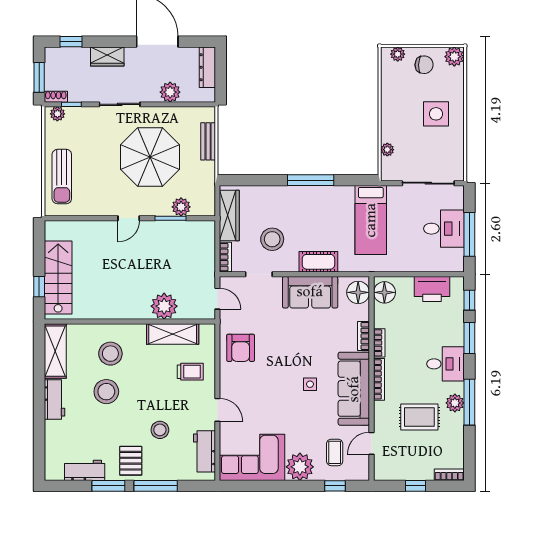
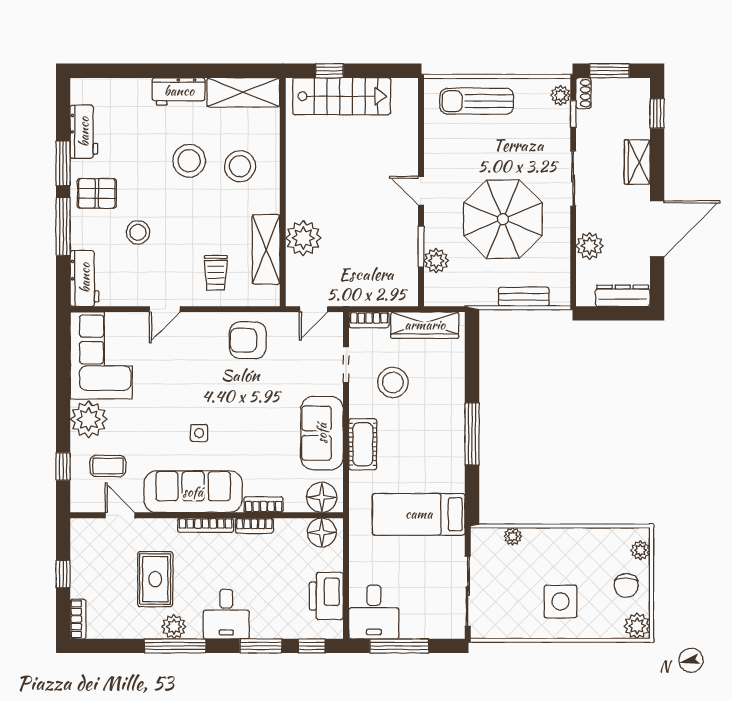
desk: (444, 229) -> (374, 612), moved
workbench: (204, 451) -> (85, 278), moved, turned 90

